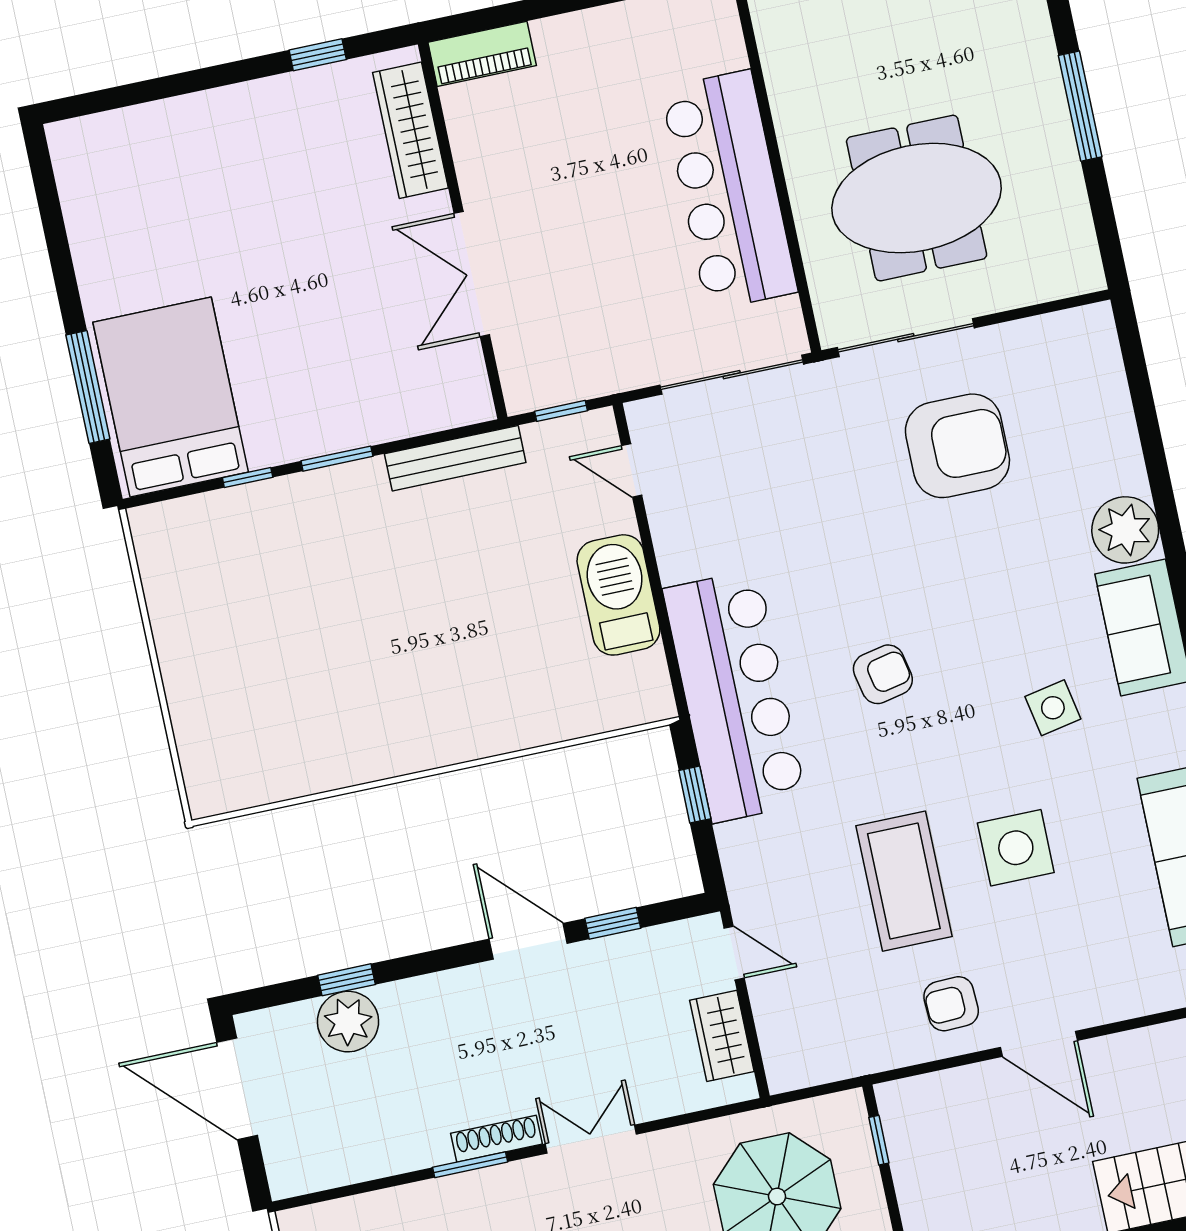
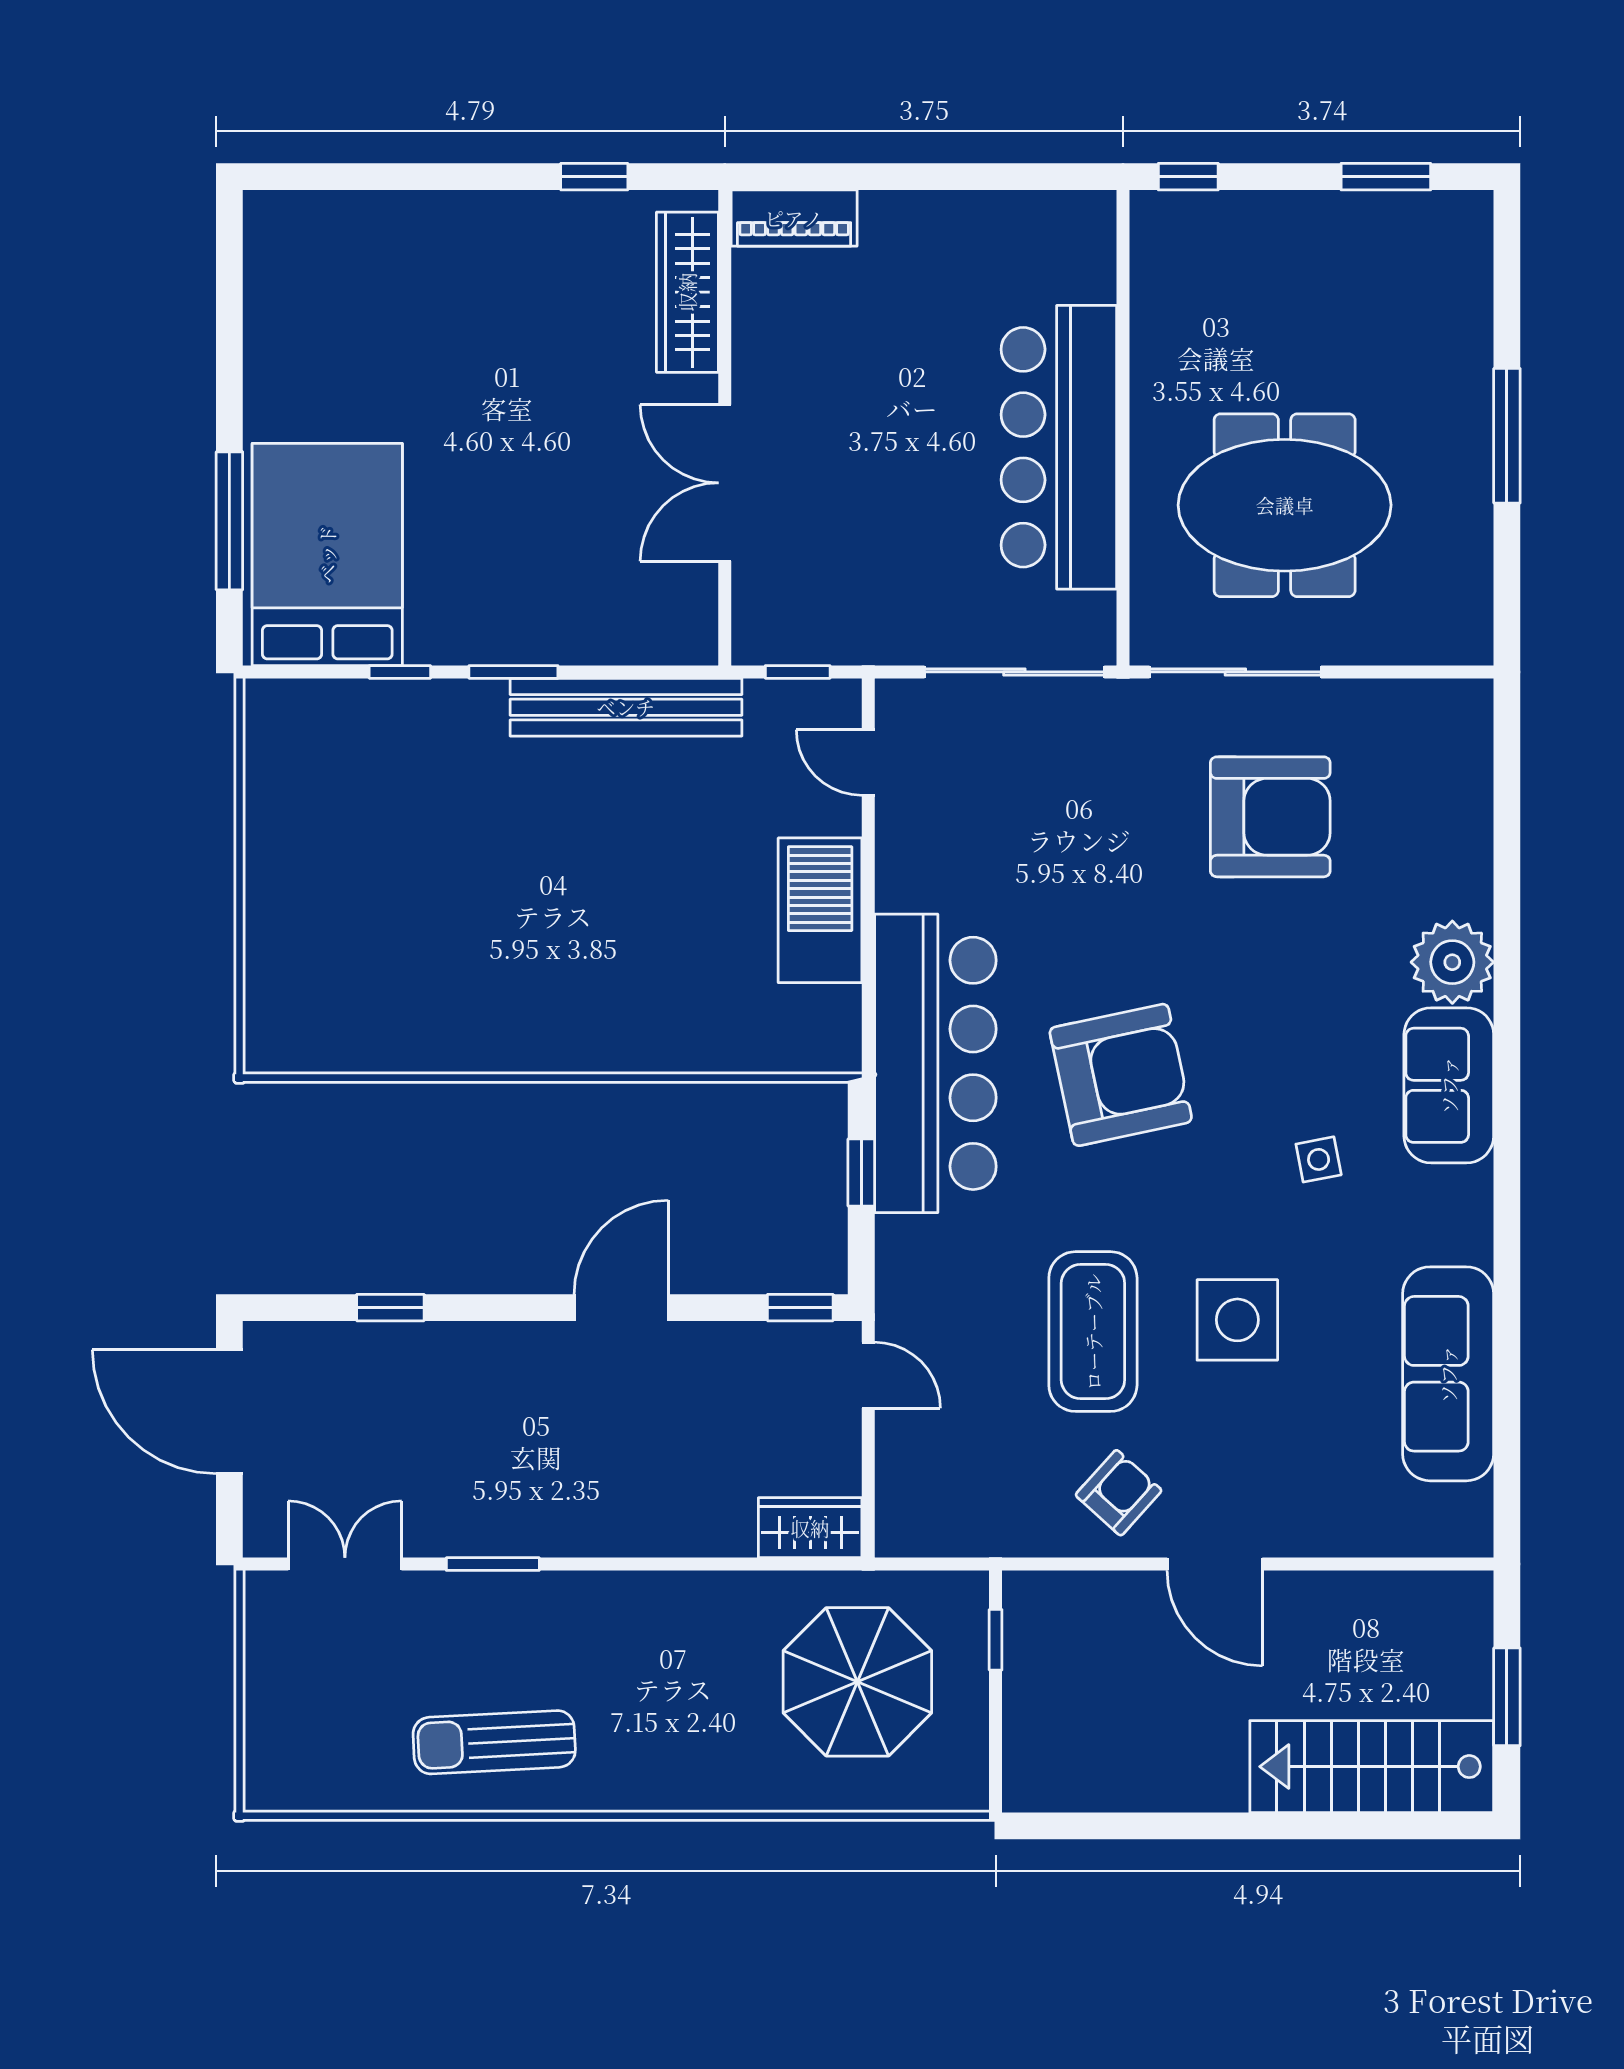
bench: (455, 458) -> (626, 707), width x1.37, depth x1.21
armchair: (883, 674) -> (1121, 1075), width x1.88, depth x1.88
side table: (1053, 708) -> (1319, 1159), width x0.73, depth x0.73
window: (613, 923) -> (800, 1308), moved
door: (528, 941) -> (621, 1308), hinge flipped
armchair: (951, 1004) -> (1119, 1493), turned 134
plant: (348, 1022) -> (381, 1359), removed
wardrobe: (722, 1036) -> (810, 1528), moved, turned 90
shoe rack: (497, 1139) -> (532, 1539), removed
double door: (591, 1139) -> (345, 1564), moved

